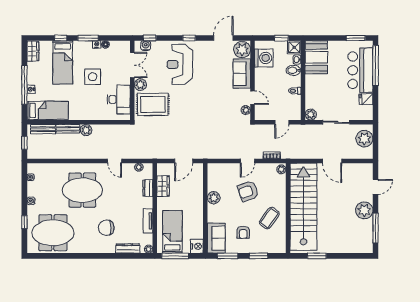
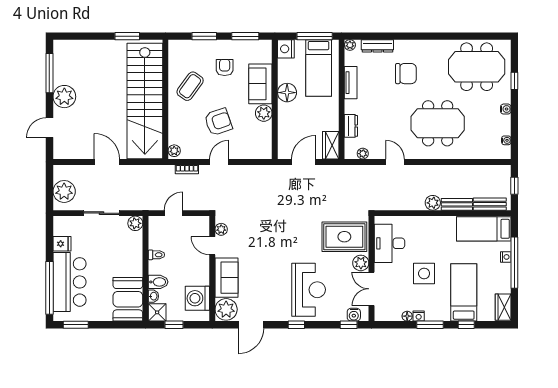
wardrobe: (163, 186) -> (331, 145), moved
floor lamp: (196, 213) -> (287, 93), added
sofa: (216, 238) -> (260, 84), moved

